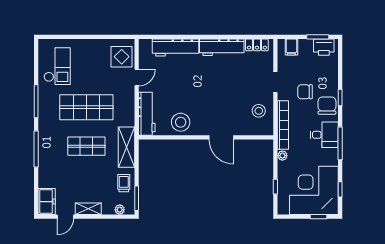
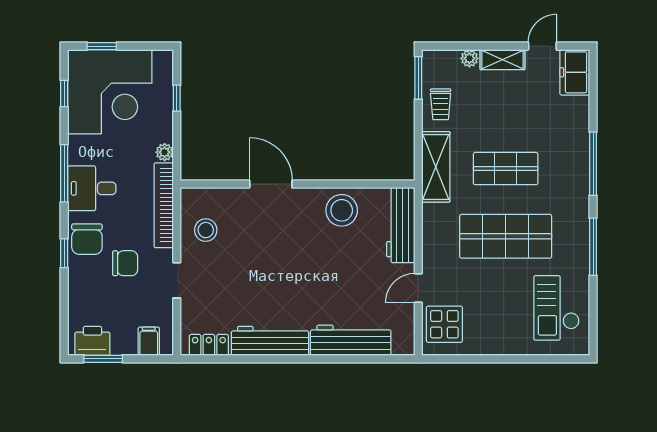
plant: (120, 210) -> (469, 58), moved

